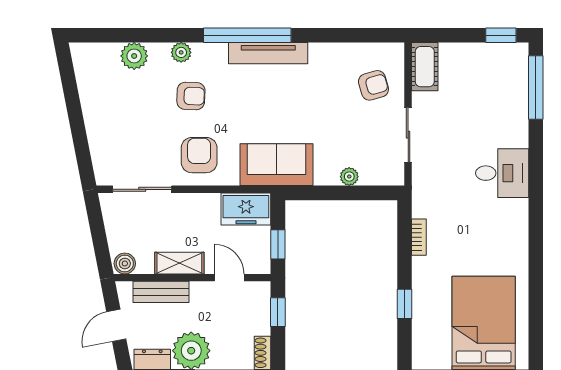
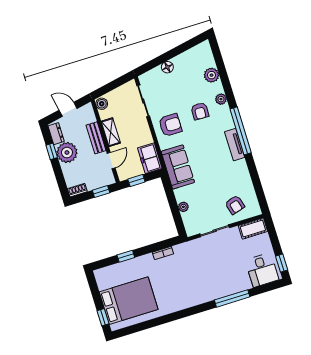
tv unit: (268, 53) -> (235, 145), width x0.71
window: (536, 87) -> (232, 298), moved
floor lamp: (96, 129) -> (167, 67), added
desk: (502, 173) -> (262, 270), moved
bench: (161, 292) -> (96, 138), moved

